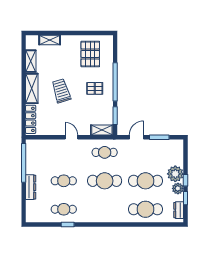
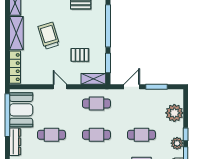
pallet: (95, 88) -> (80, 55), moved
booth: (36, 158) -> (21, 110), added
plant: (175, 174) -> (174, 113), moved
cafe table: (105, 181) -> (96, 135), width x0.73, depth x0.74
cafe table: (145, 181) -> (141, 135), width x0.73, depth x0.74

